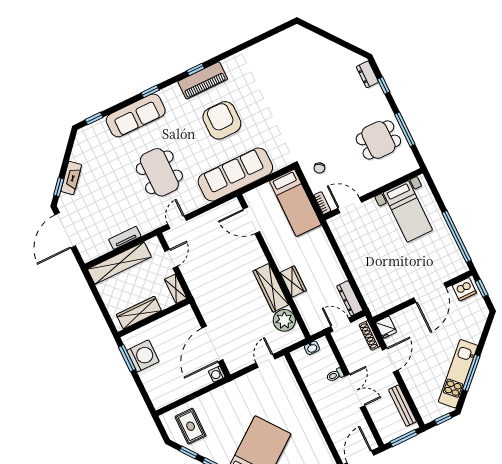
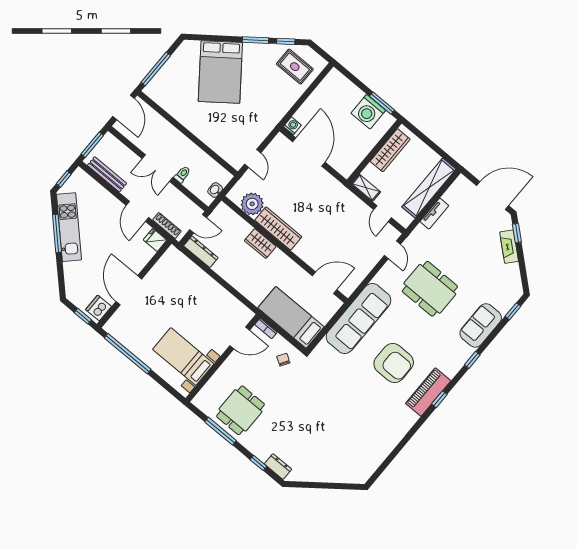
sofa: (136, 115) -> (481, 325), width x0.73
door: (65, 230) -> (493, 196), hinge flipped

